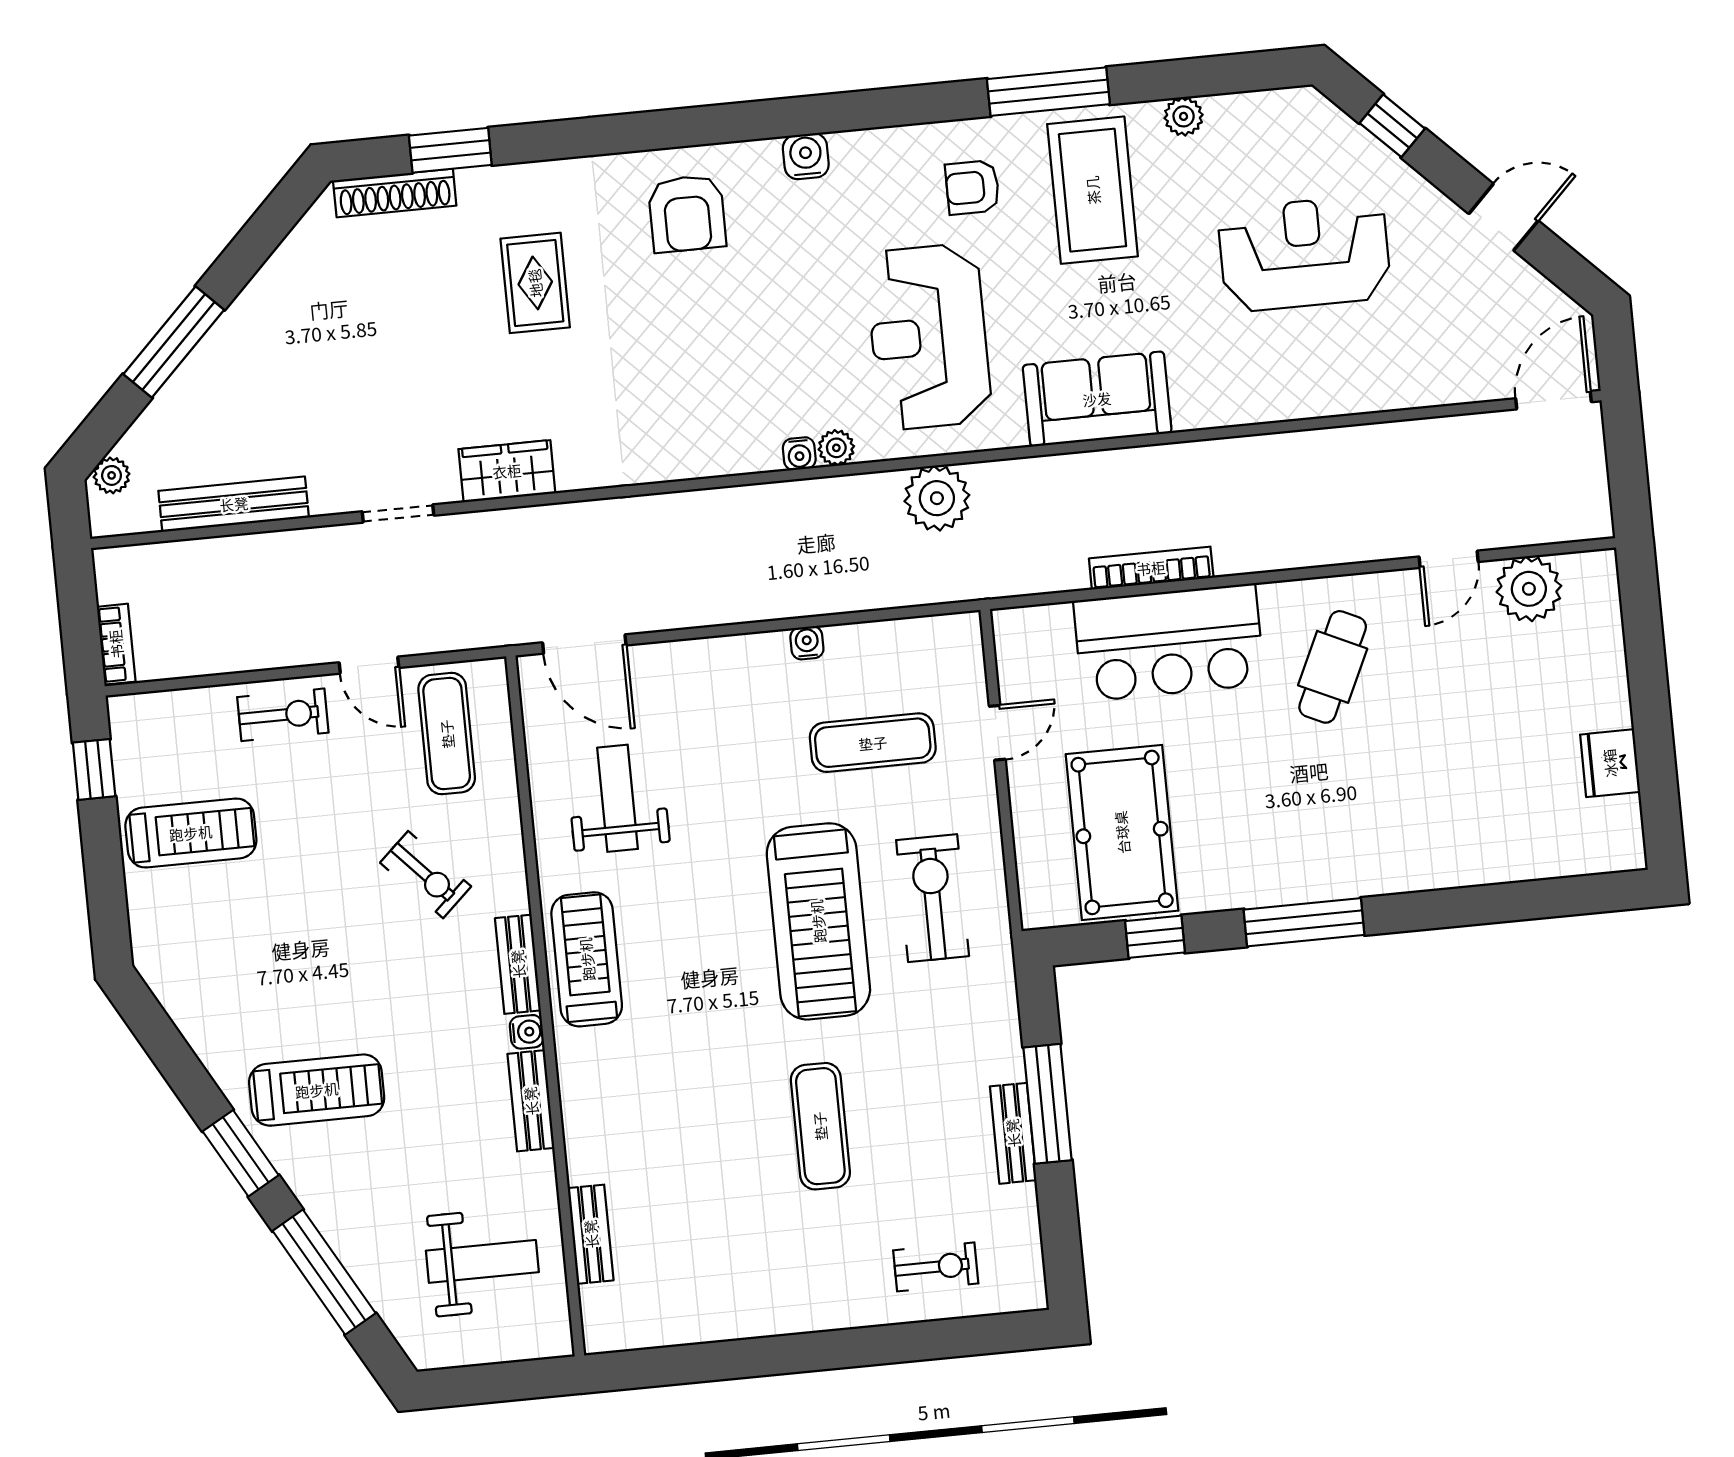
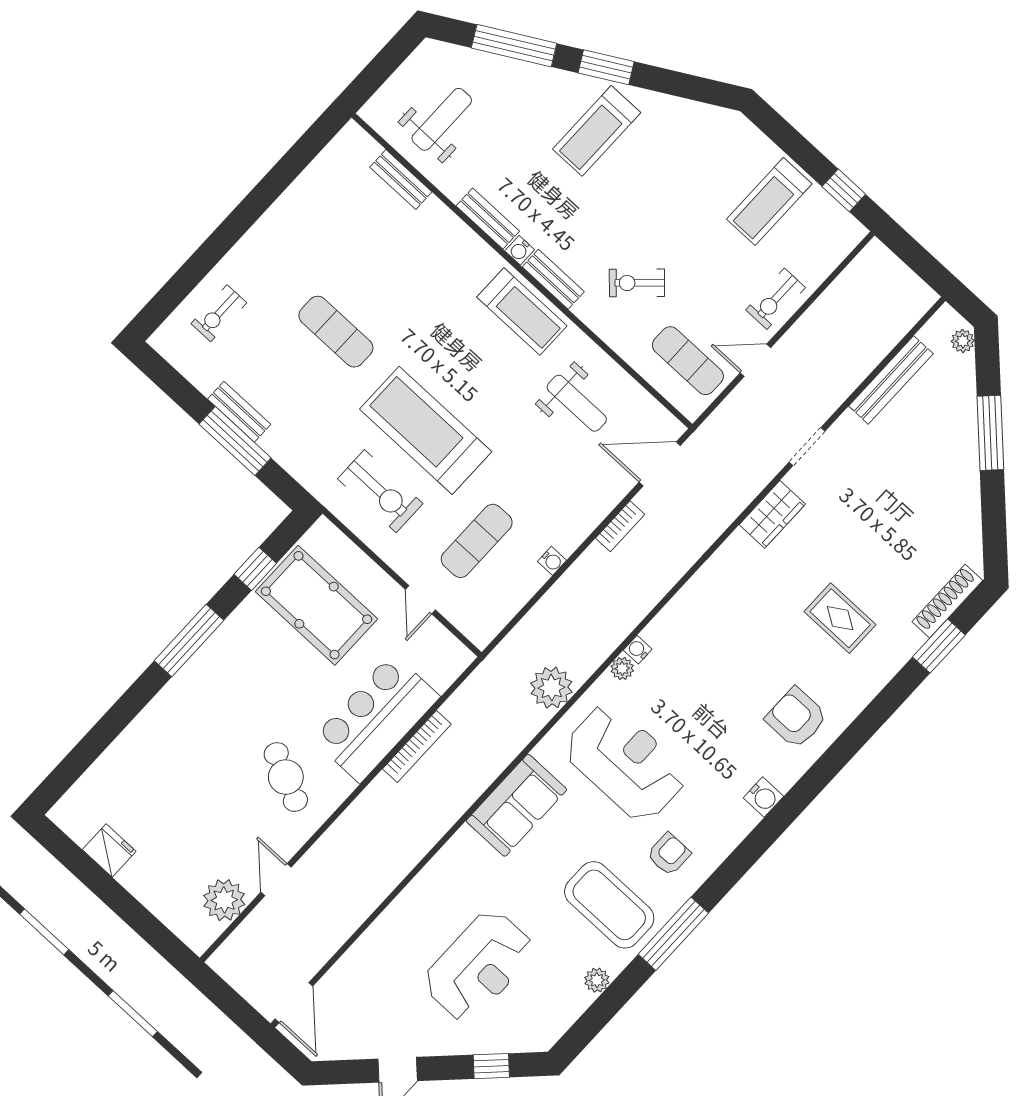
bookcase: (116, 644) -> (620, 526), moved, turned -90
weight bench: (482, 1261) -> (442, 119), turned 180

